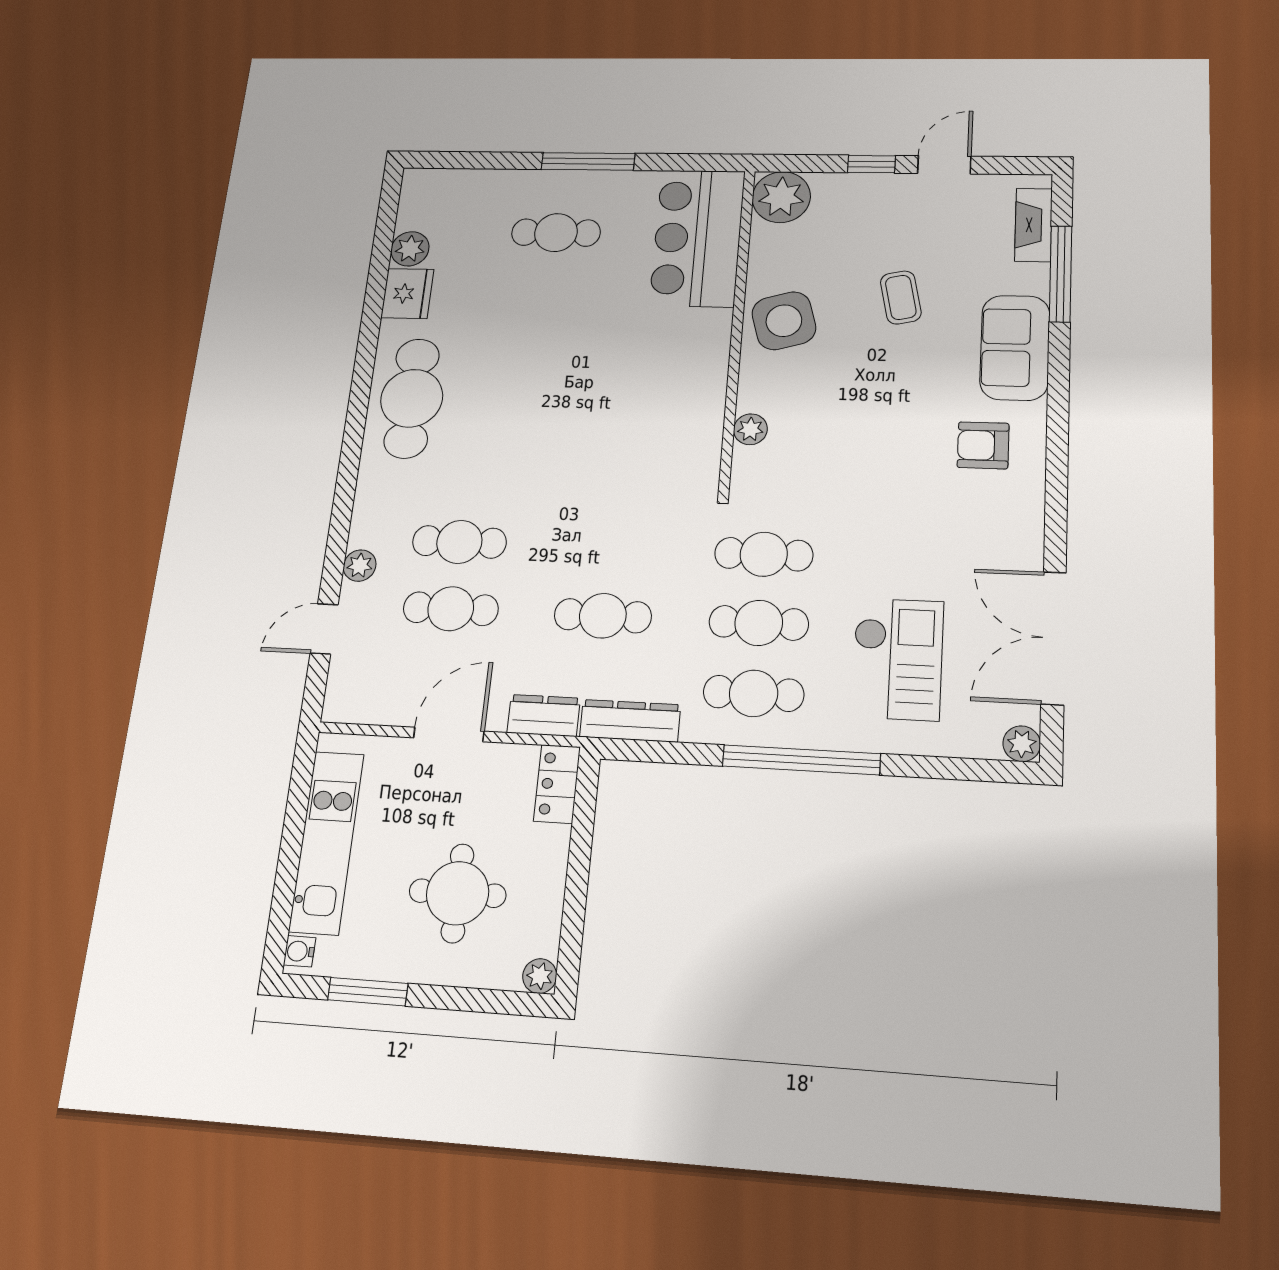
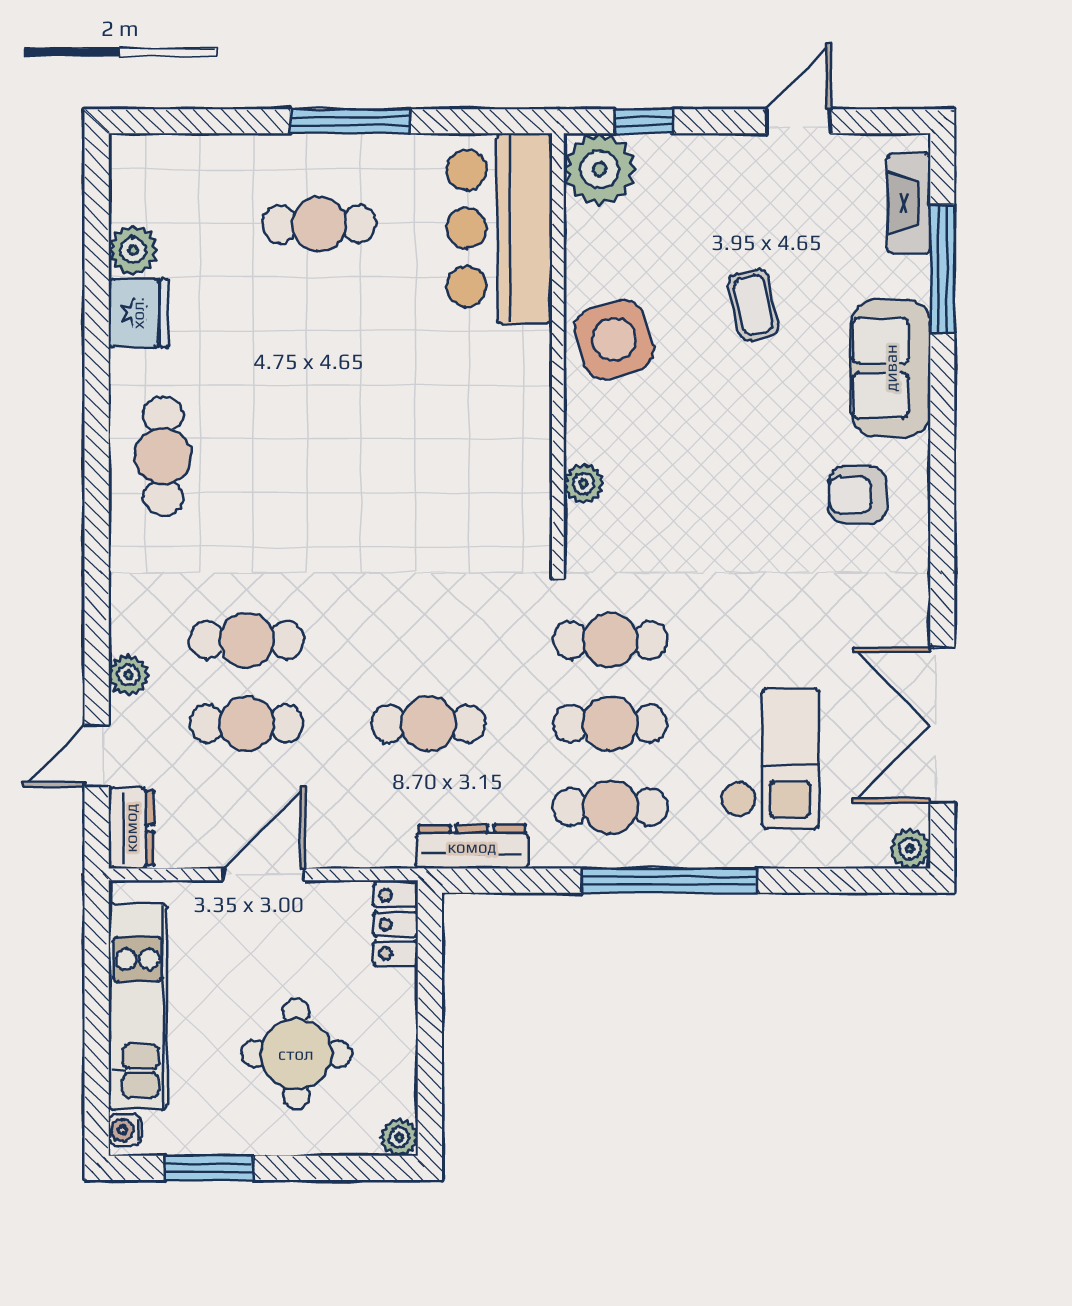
window: (871, 164) -> (643, 121), moved
cafe table: (412, 398) -> (163, 456), width x0.73, depth x0.74
dresser: (544, 715) -> (131, 828), moved, turned 90

